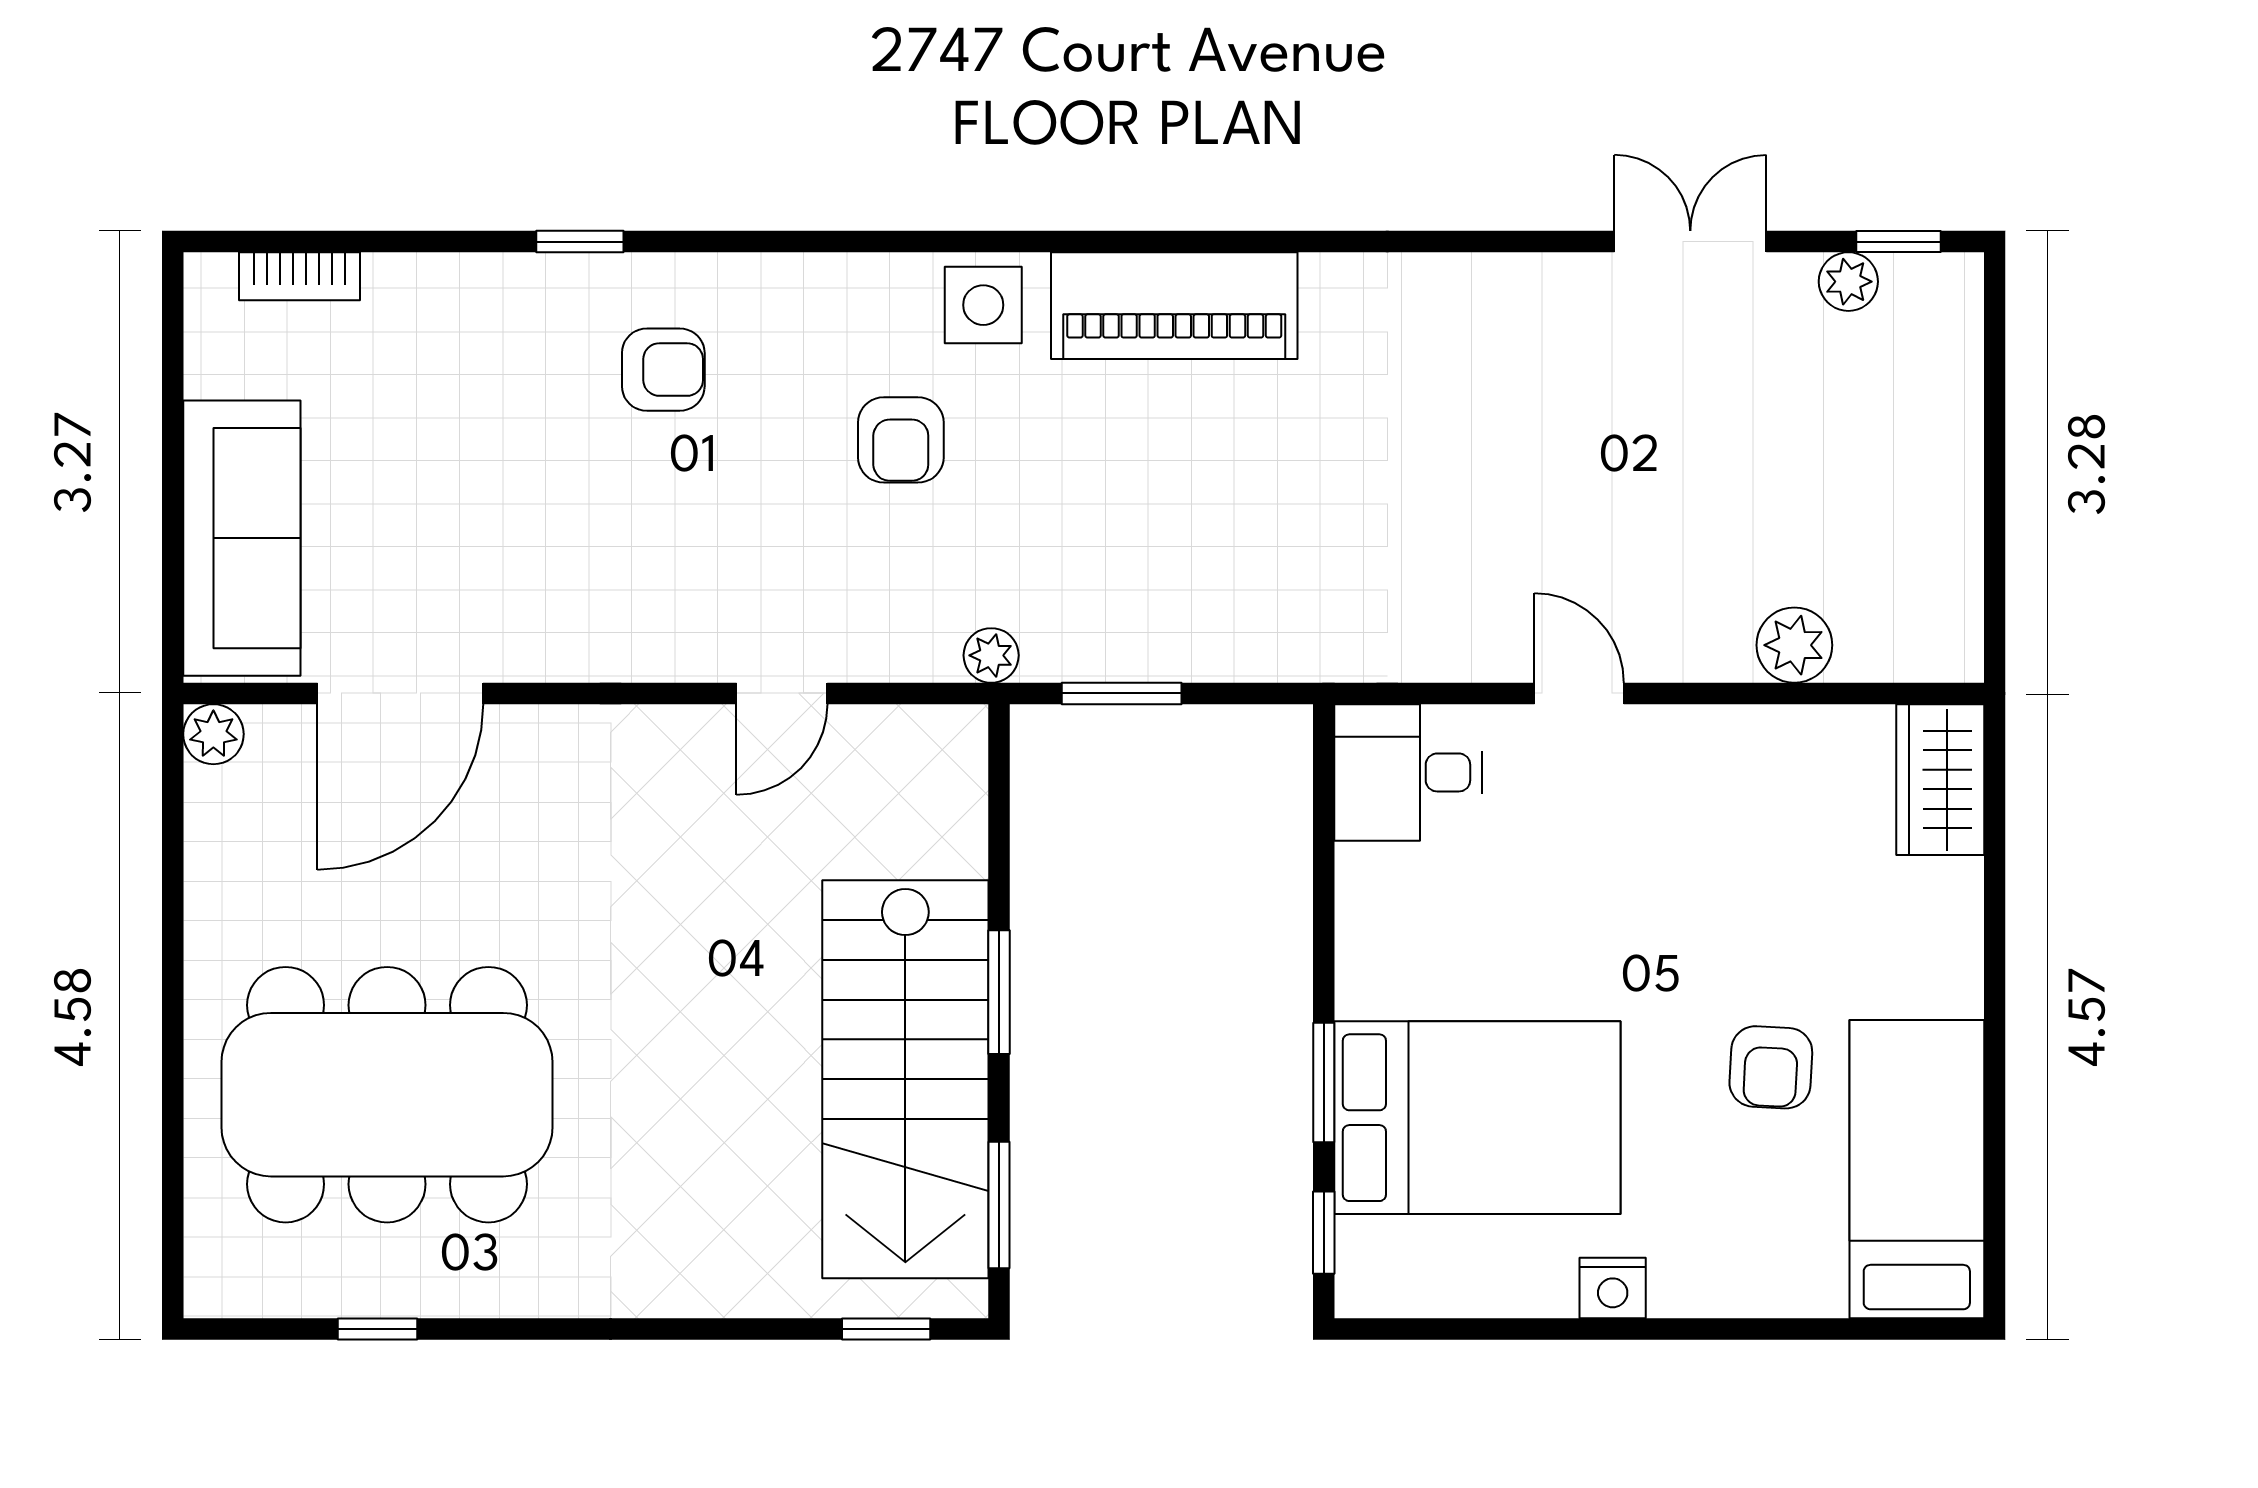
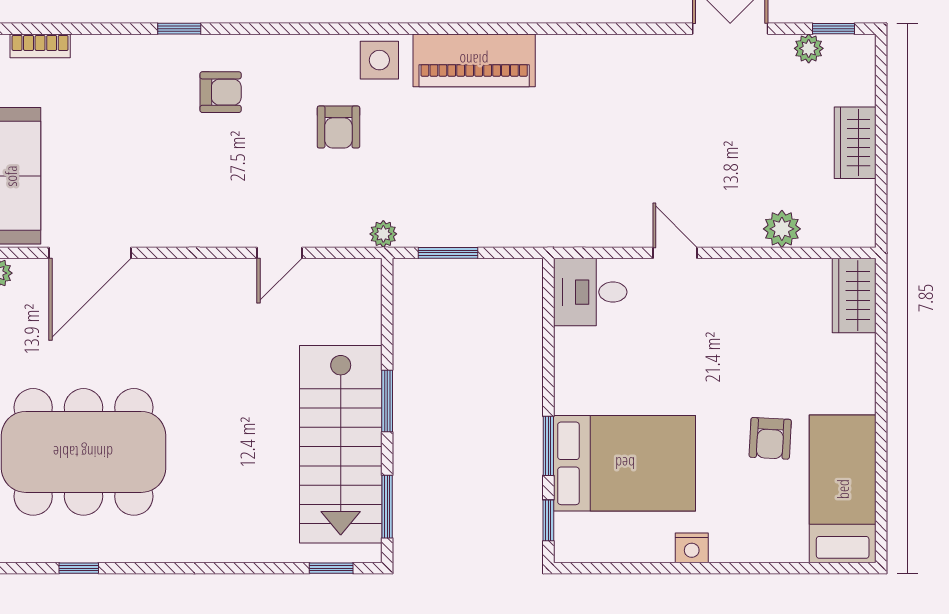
wardrobe: (1942, 472) -> (855, 143), added

